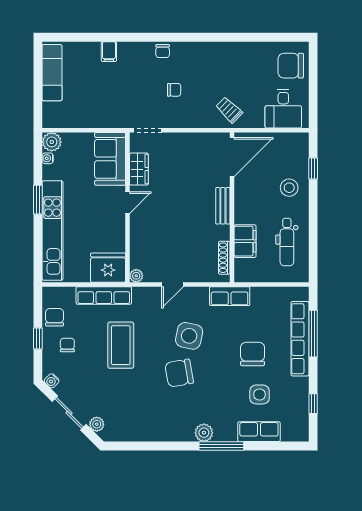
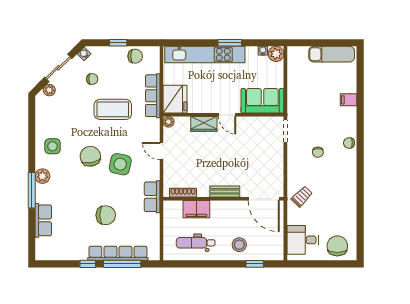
wardrobe: (139, 169) -> (204, 124), moved
chair: (67, 345) -> (92, 79), moved
side table: (260, 394) -> (52, 146), moved
window: (313, 404) -> (88, 264), moved

